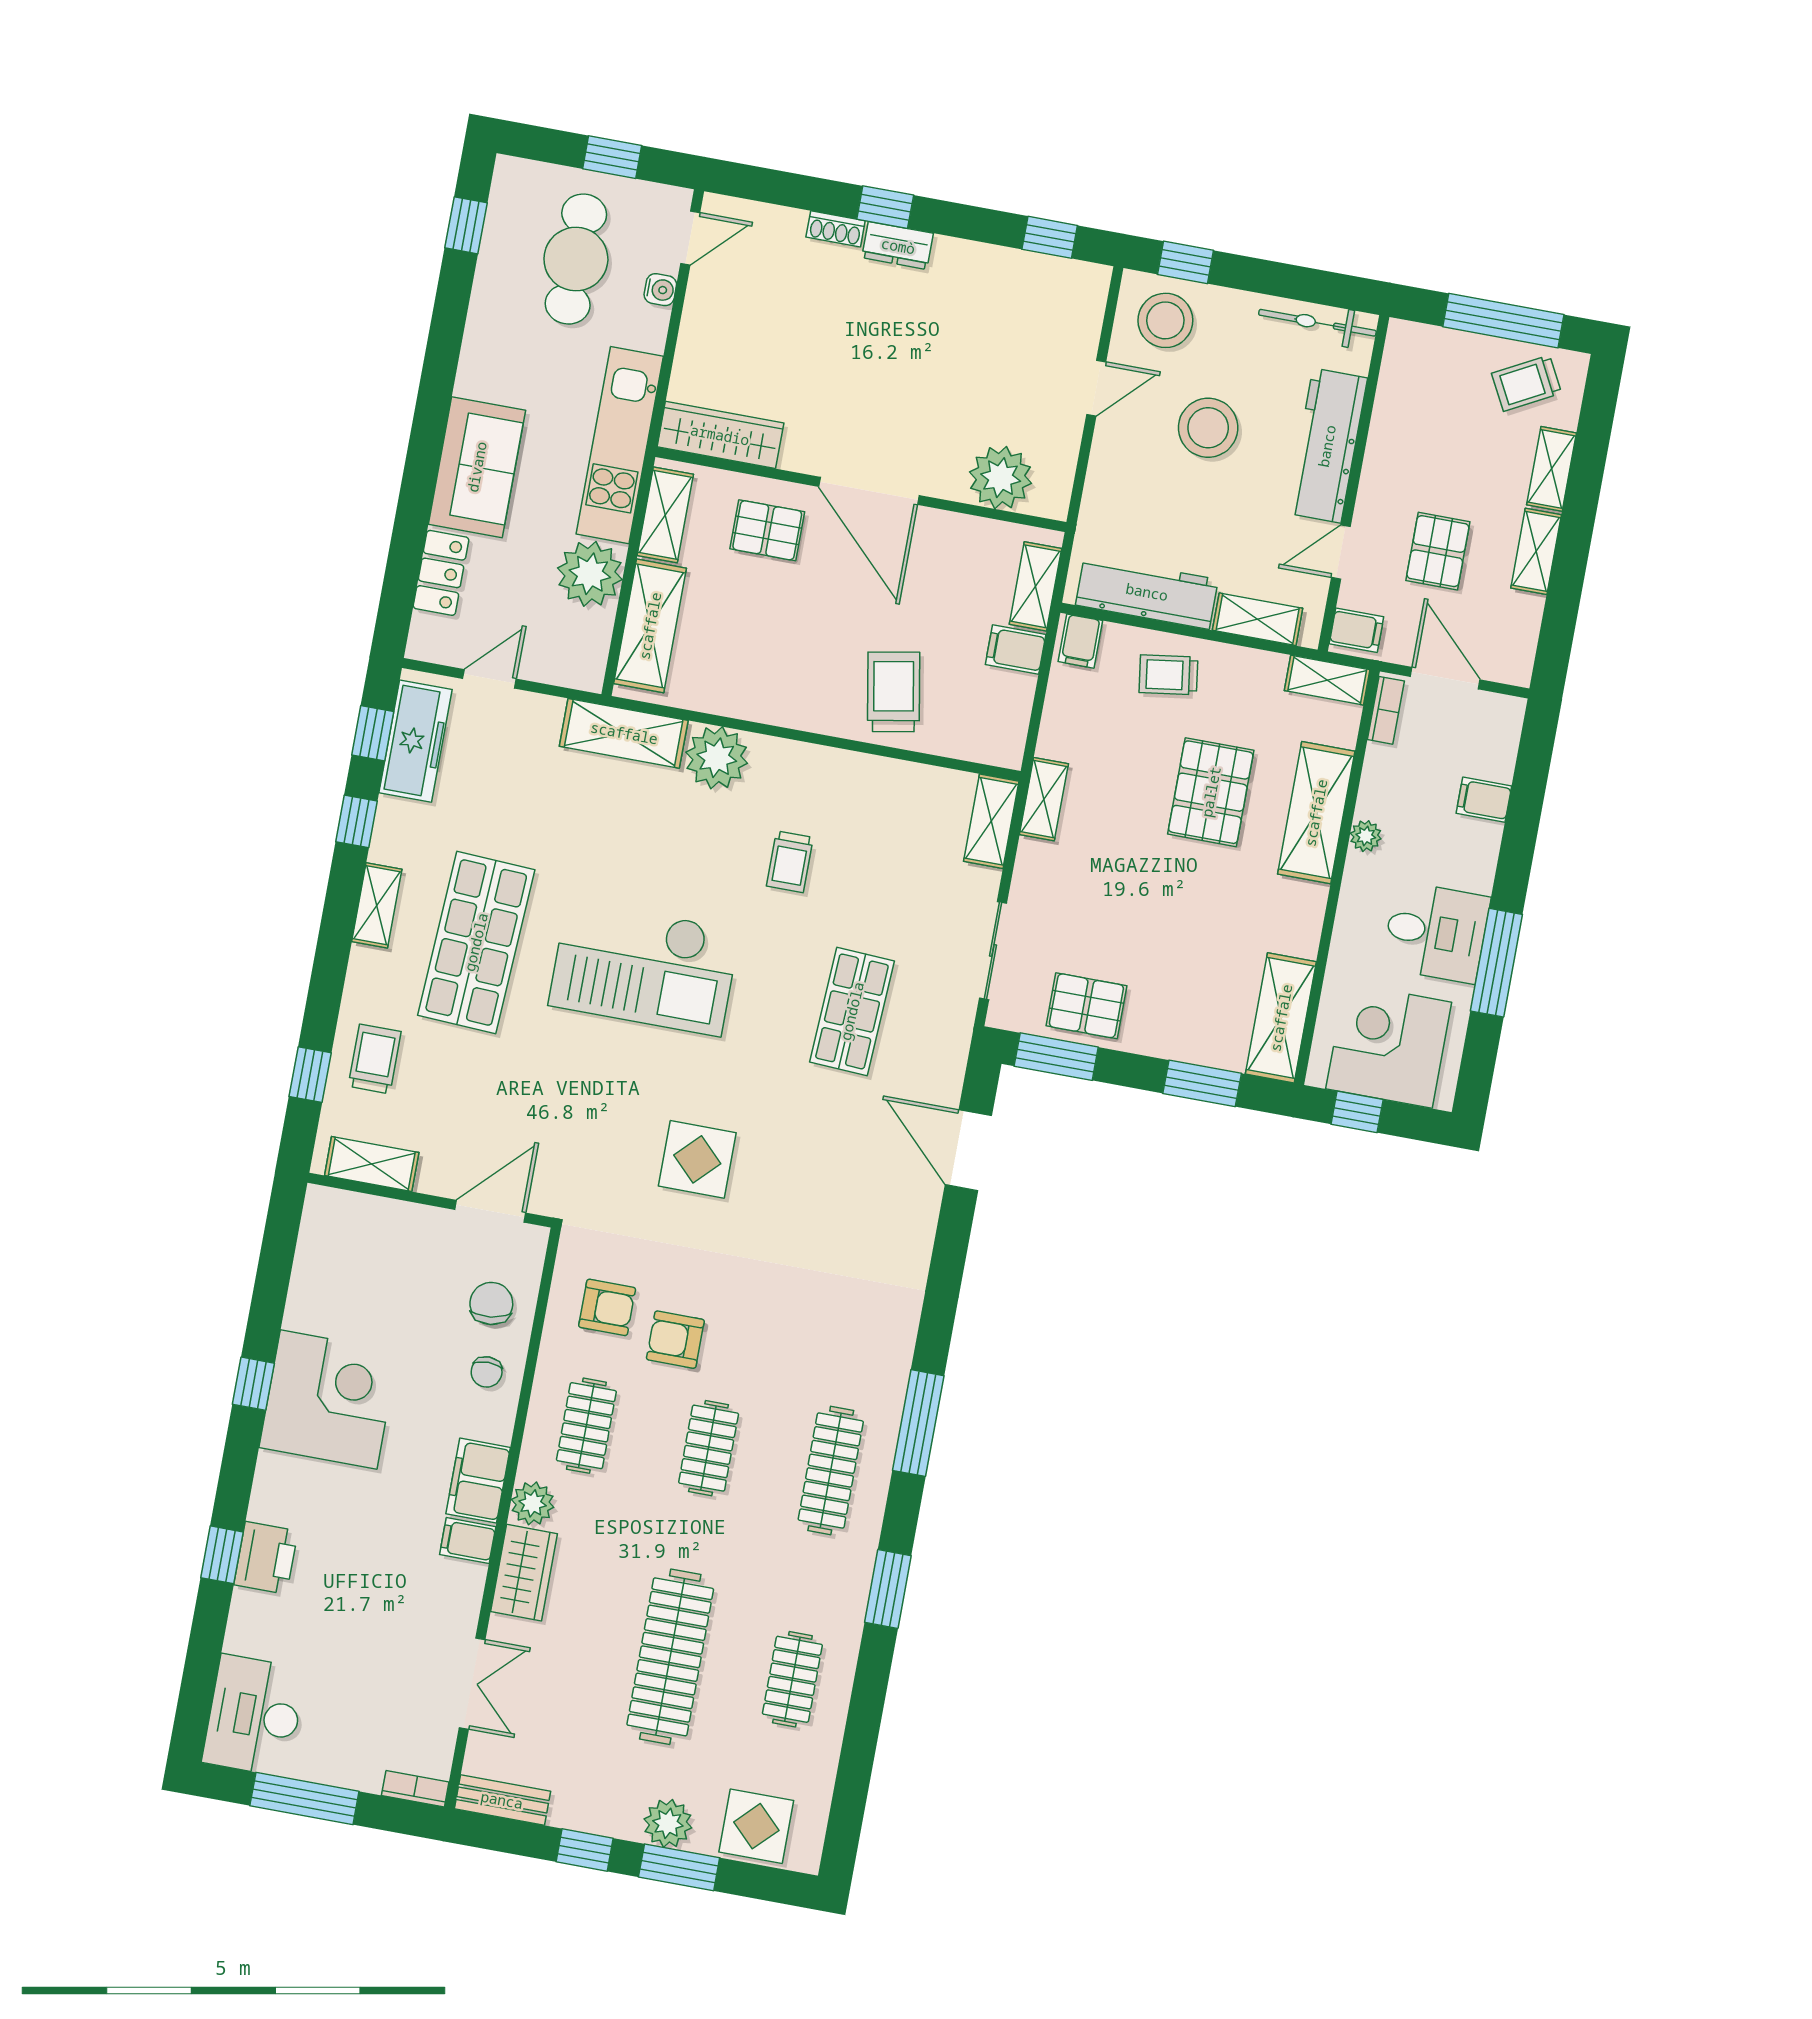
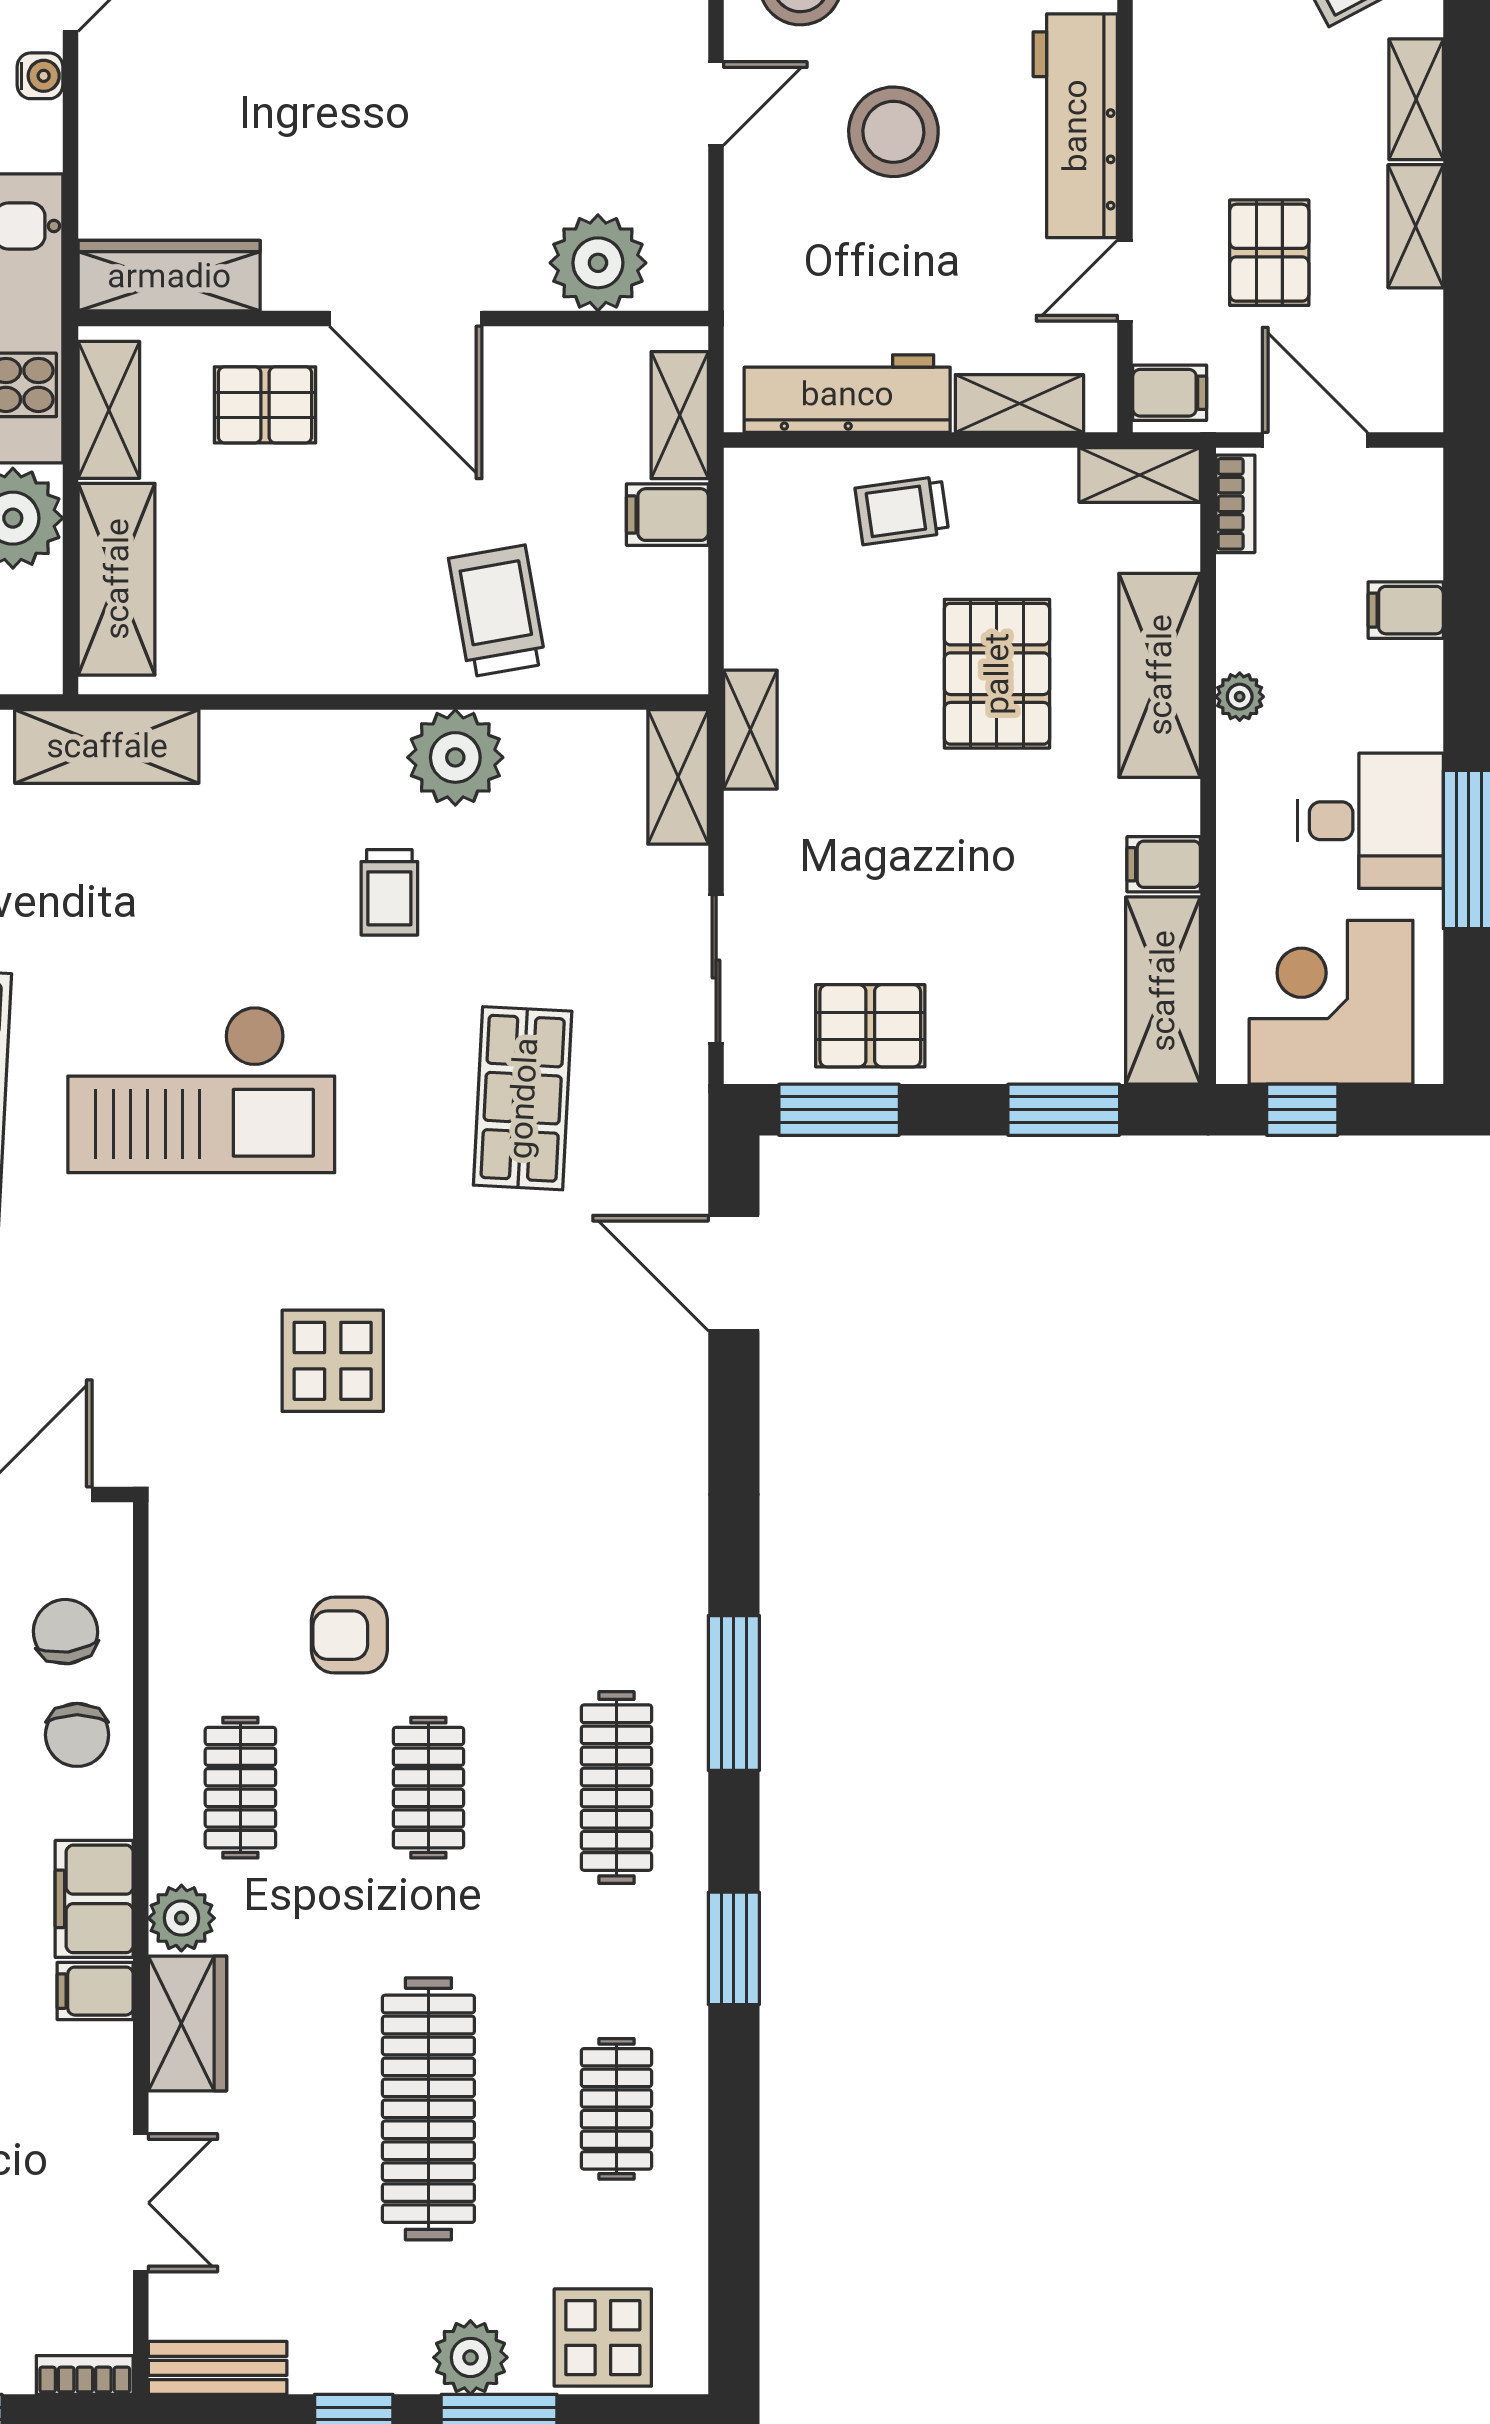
filing cabinet: (1080, 641) -> (1164, 864), moved, turned 90
plant: (717, 758) -> (455, 757), moved
armchair: (607, 1307) -> (239, 1606), removed
chair: (487, 1372) -> (77, 1735), width x1.37, depth x1.37

